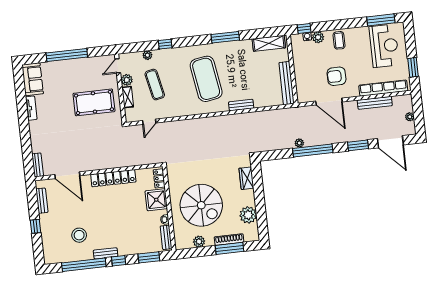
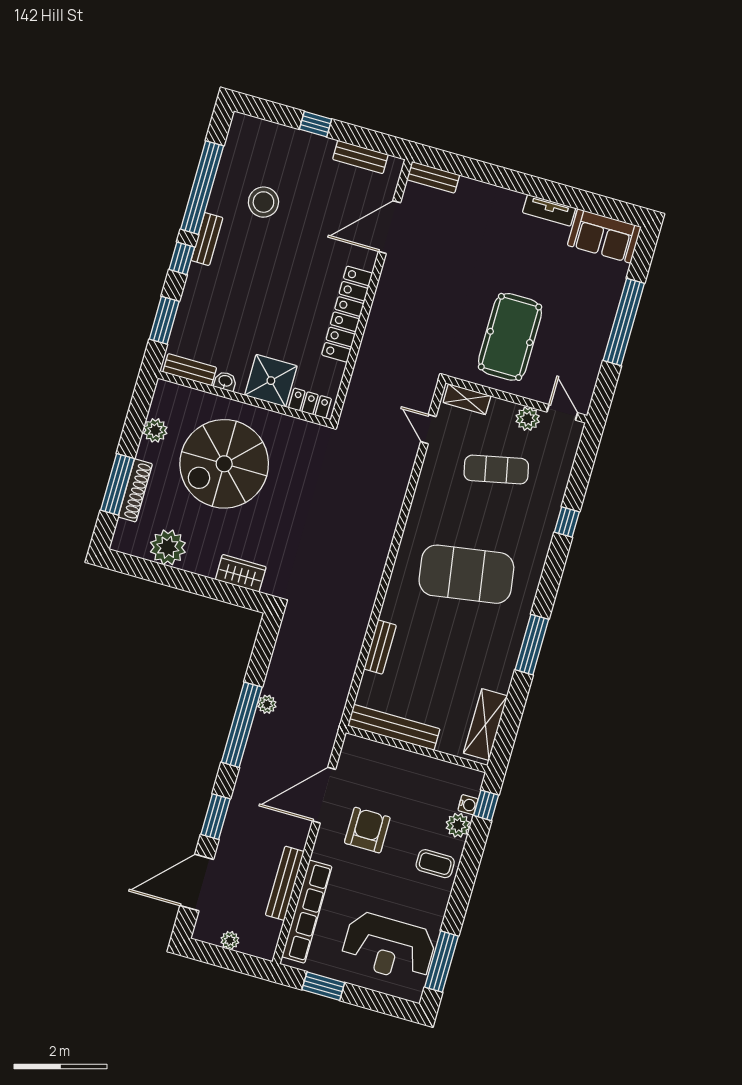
plant: (147, 55) -> (559, 479), removed
shelving: (128, 97) -> (467, 399), moved
bench: (241, 105) -> (380, 647), moved

